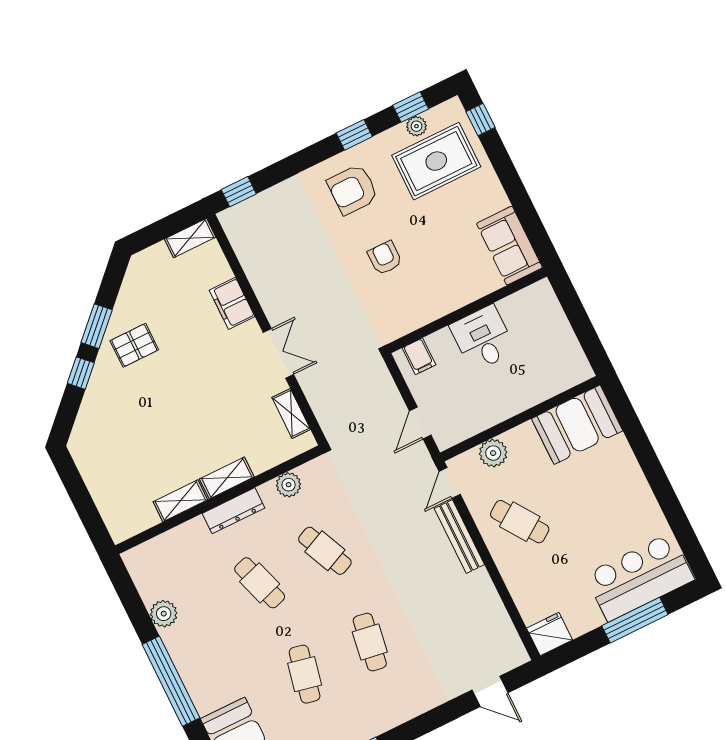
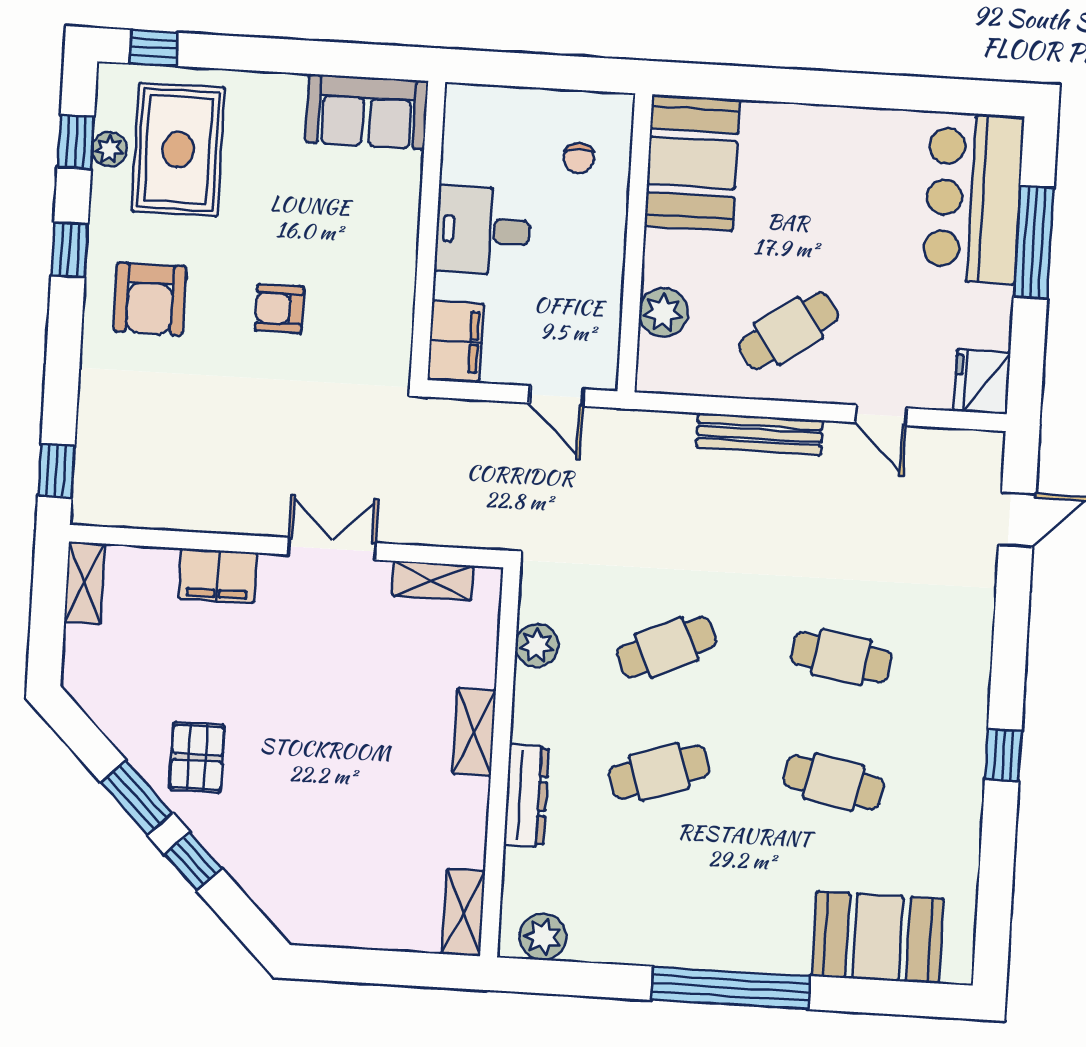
filing cabinet: (419, 356) -> (456, 341), width x2.00
chair: (547, 366) -> (579, 158), added
door: (450, 483) -> (881, 415), moved
shelving: (180, 501) -> (464, 913), moved
dresser: (234, 511) -> (526, 795), moved
plant: (164, 614) -> (543, 937), moved

